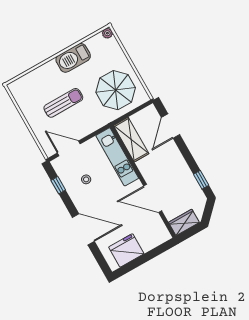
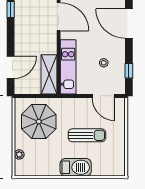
plant: (107, 33) -> (19, 154), moved
barbecue: (73, 58) -> (76, 167), moved
sun lounger: (63, 103) -> (87, 135), turned 180

